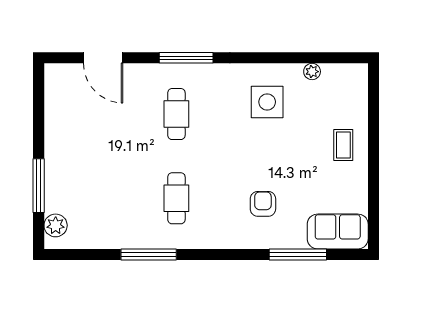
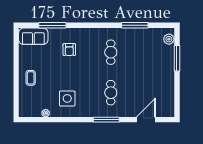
door: (103, 58) -> (146, 120), hinge flipped
window: (149, 254) -> (135, 25), moved

